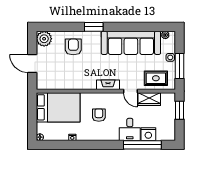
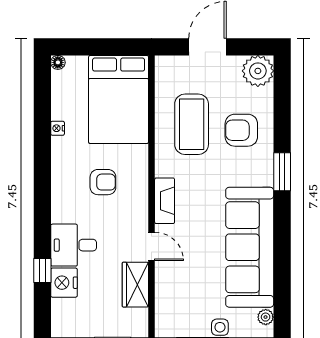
armchair: (73, 47) -> (241, 130), turned 180
coffee table: (70, 71) -> (192, 124), added
rug: (156, 78) -> (178, 298), removed
door: (130, 91) -> (152, 246), swing flipped
window: (142, 145) -> (42, 271), width x0.32

